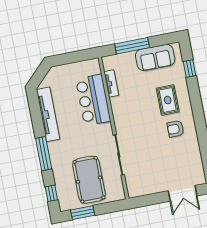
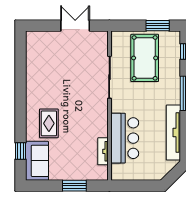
window: (132, 46) -> (74, 186), width x0.69
sofa: (155, 57) -> (37, 161), moved, turned 90
armchair: (175, 129) -> (47, 93), removed
double door: (183, 193) -> (75, 26), moved

